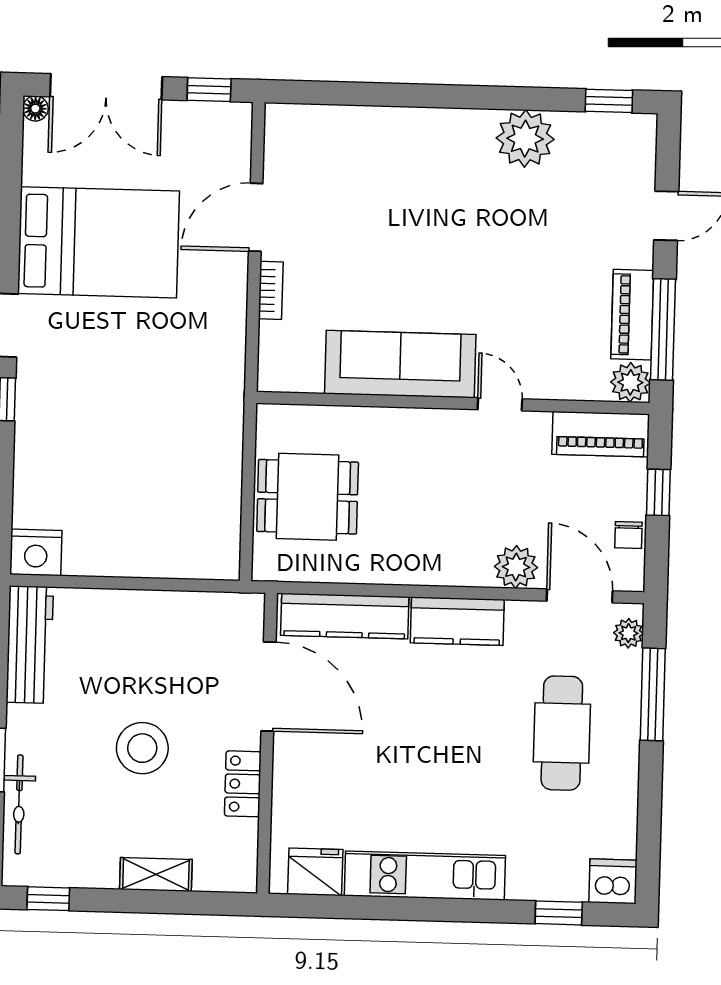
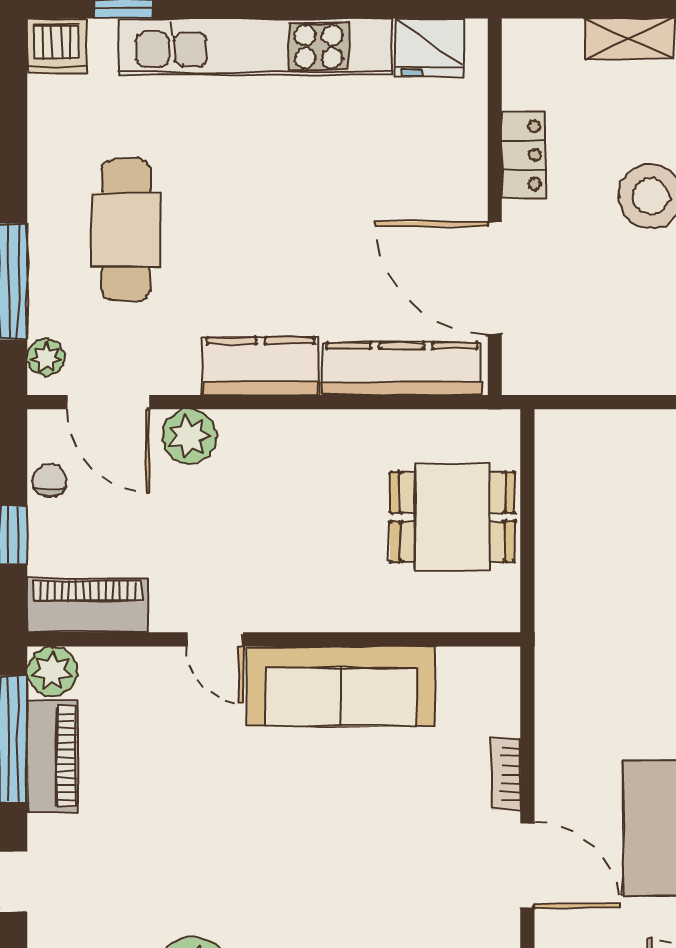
door: (256, 217) -> (527, 865), hinge flipped
kitchen unit: (425, 876) -> (256, 47), width x1.36

